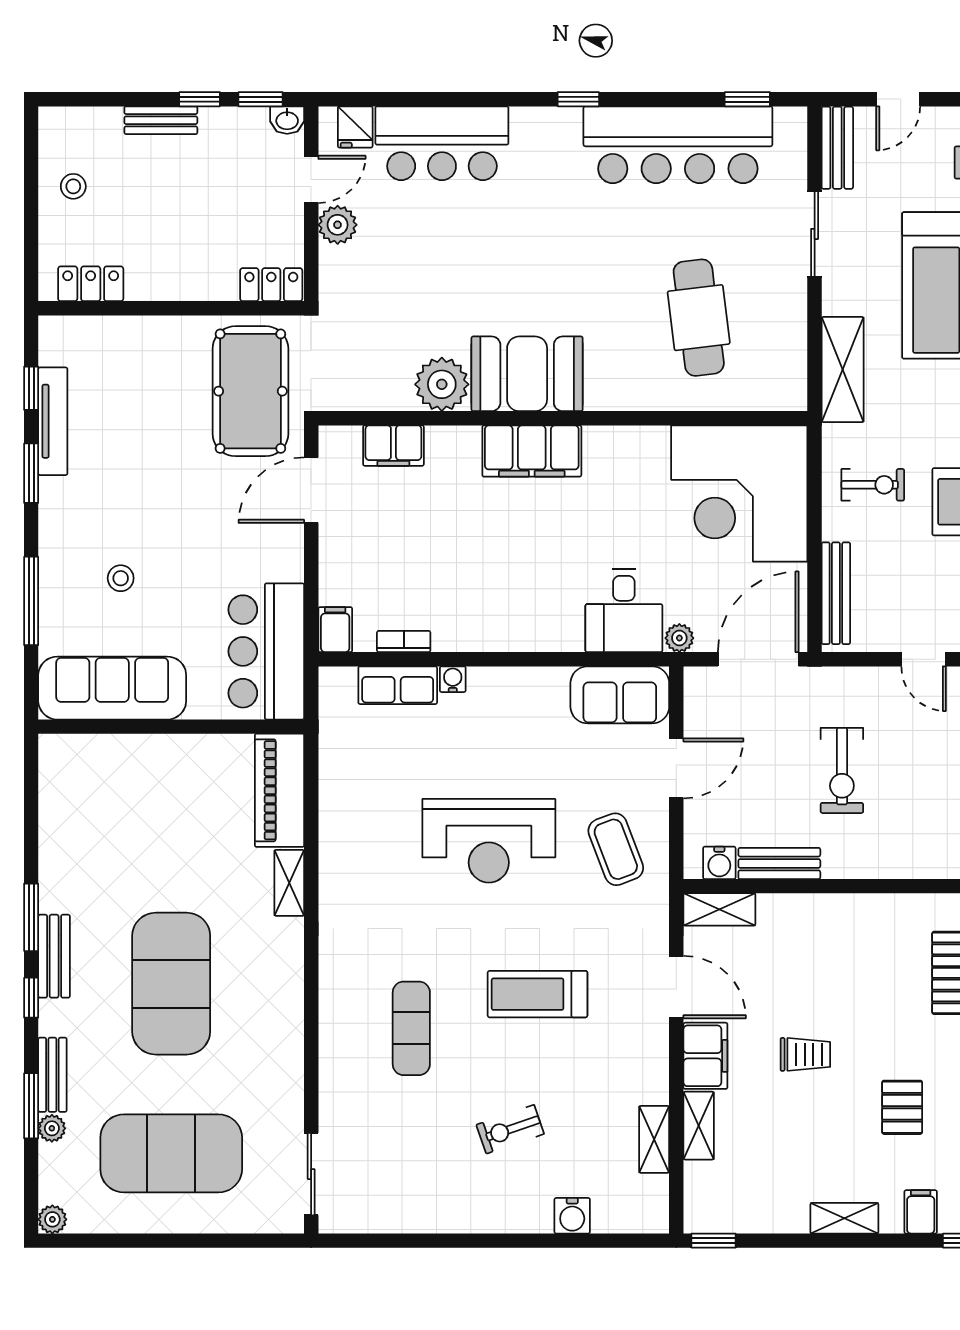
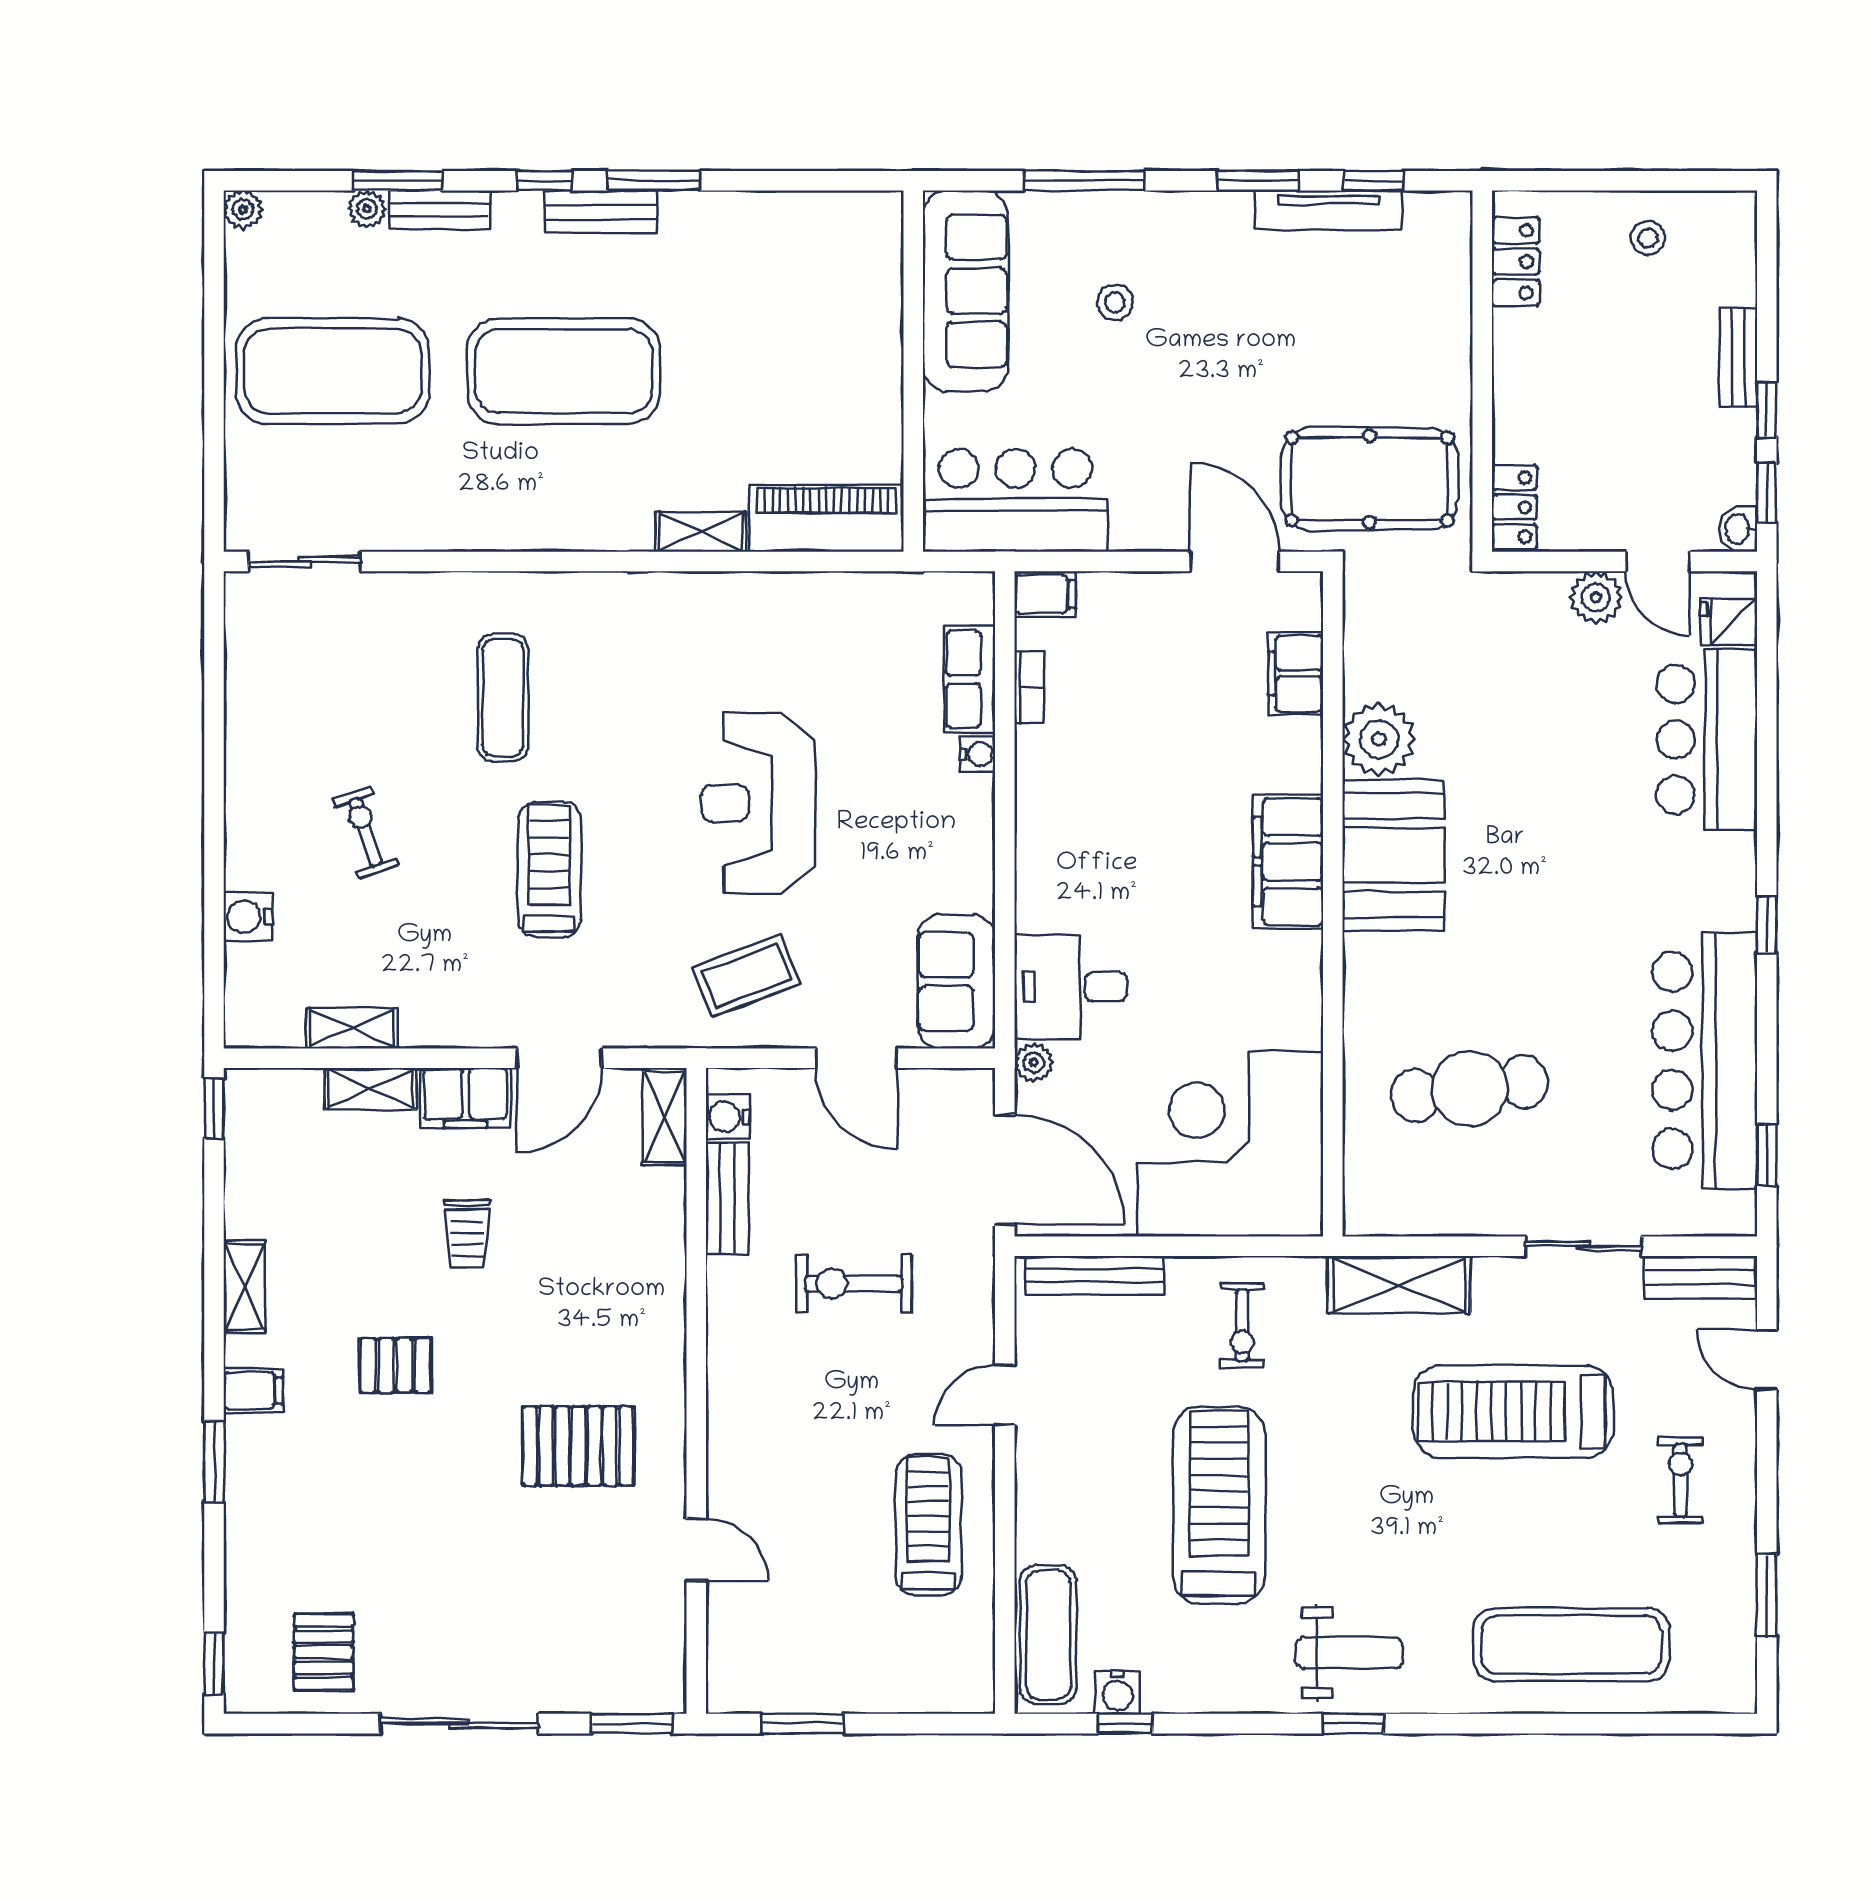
exercise mat: (411, 1028) -> (503, 698), turned 90
exercise mat: (171, 1153) -> (333, 371), turned 90

